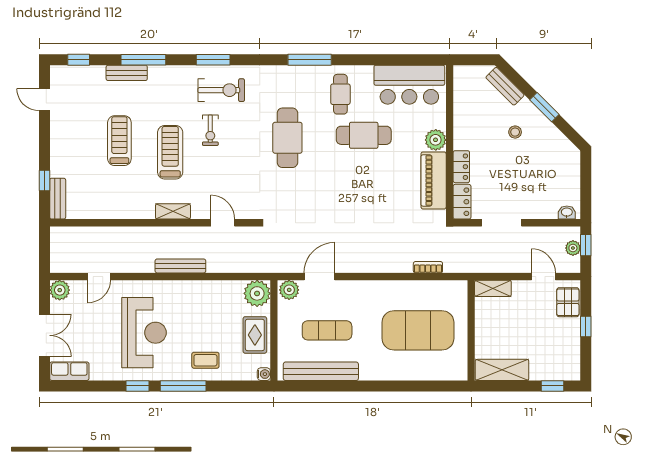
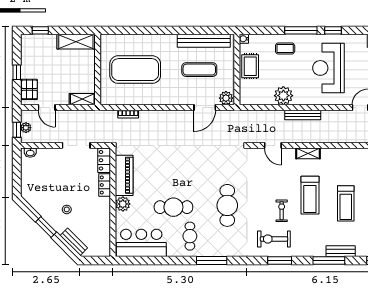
plant: (257, 293) -> (283, 96), moved

